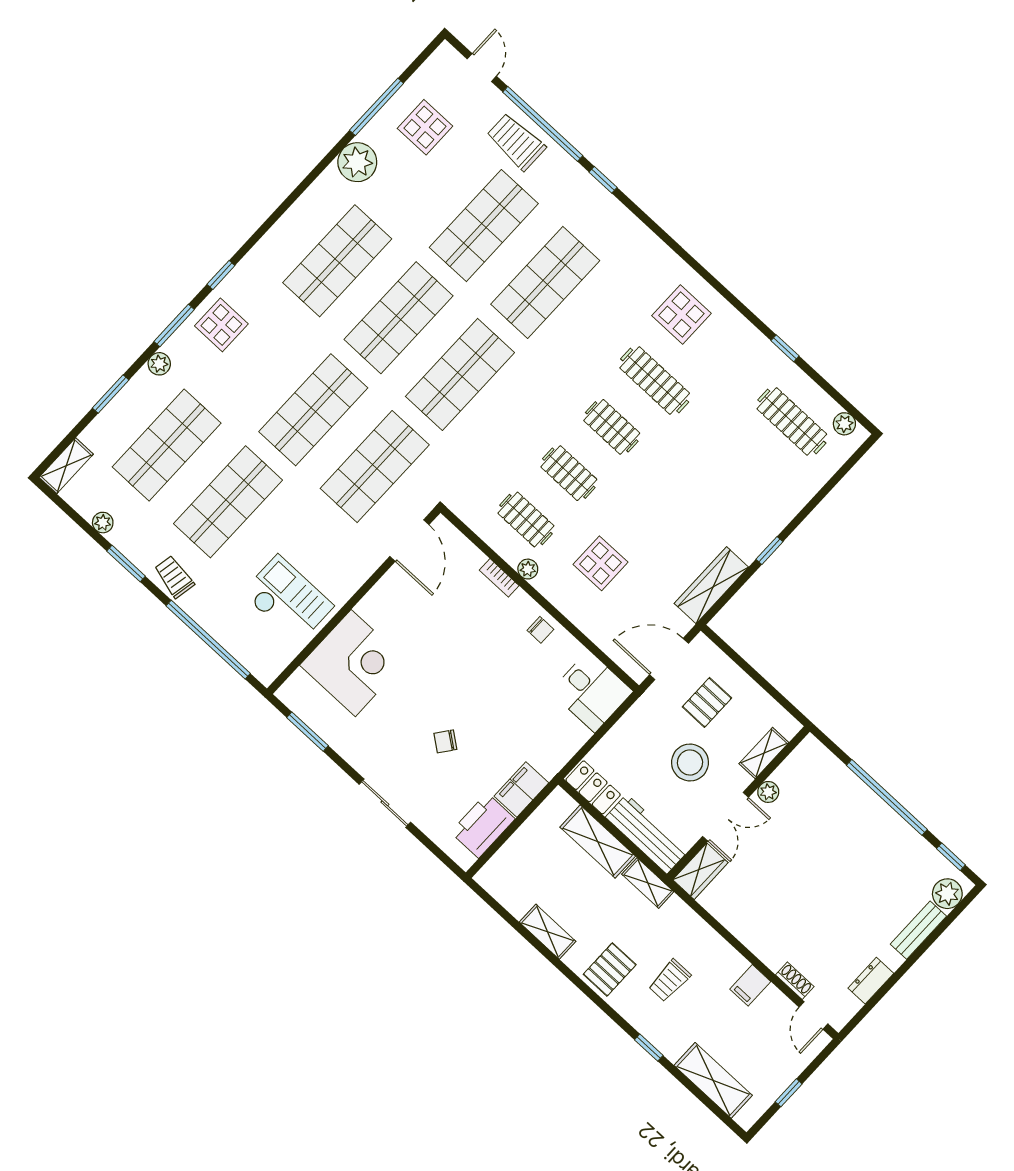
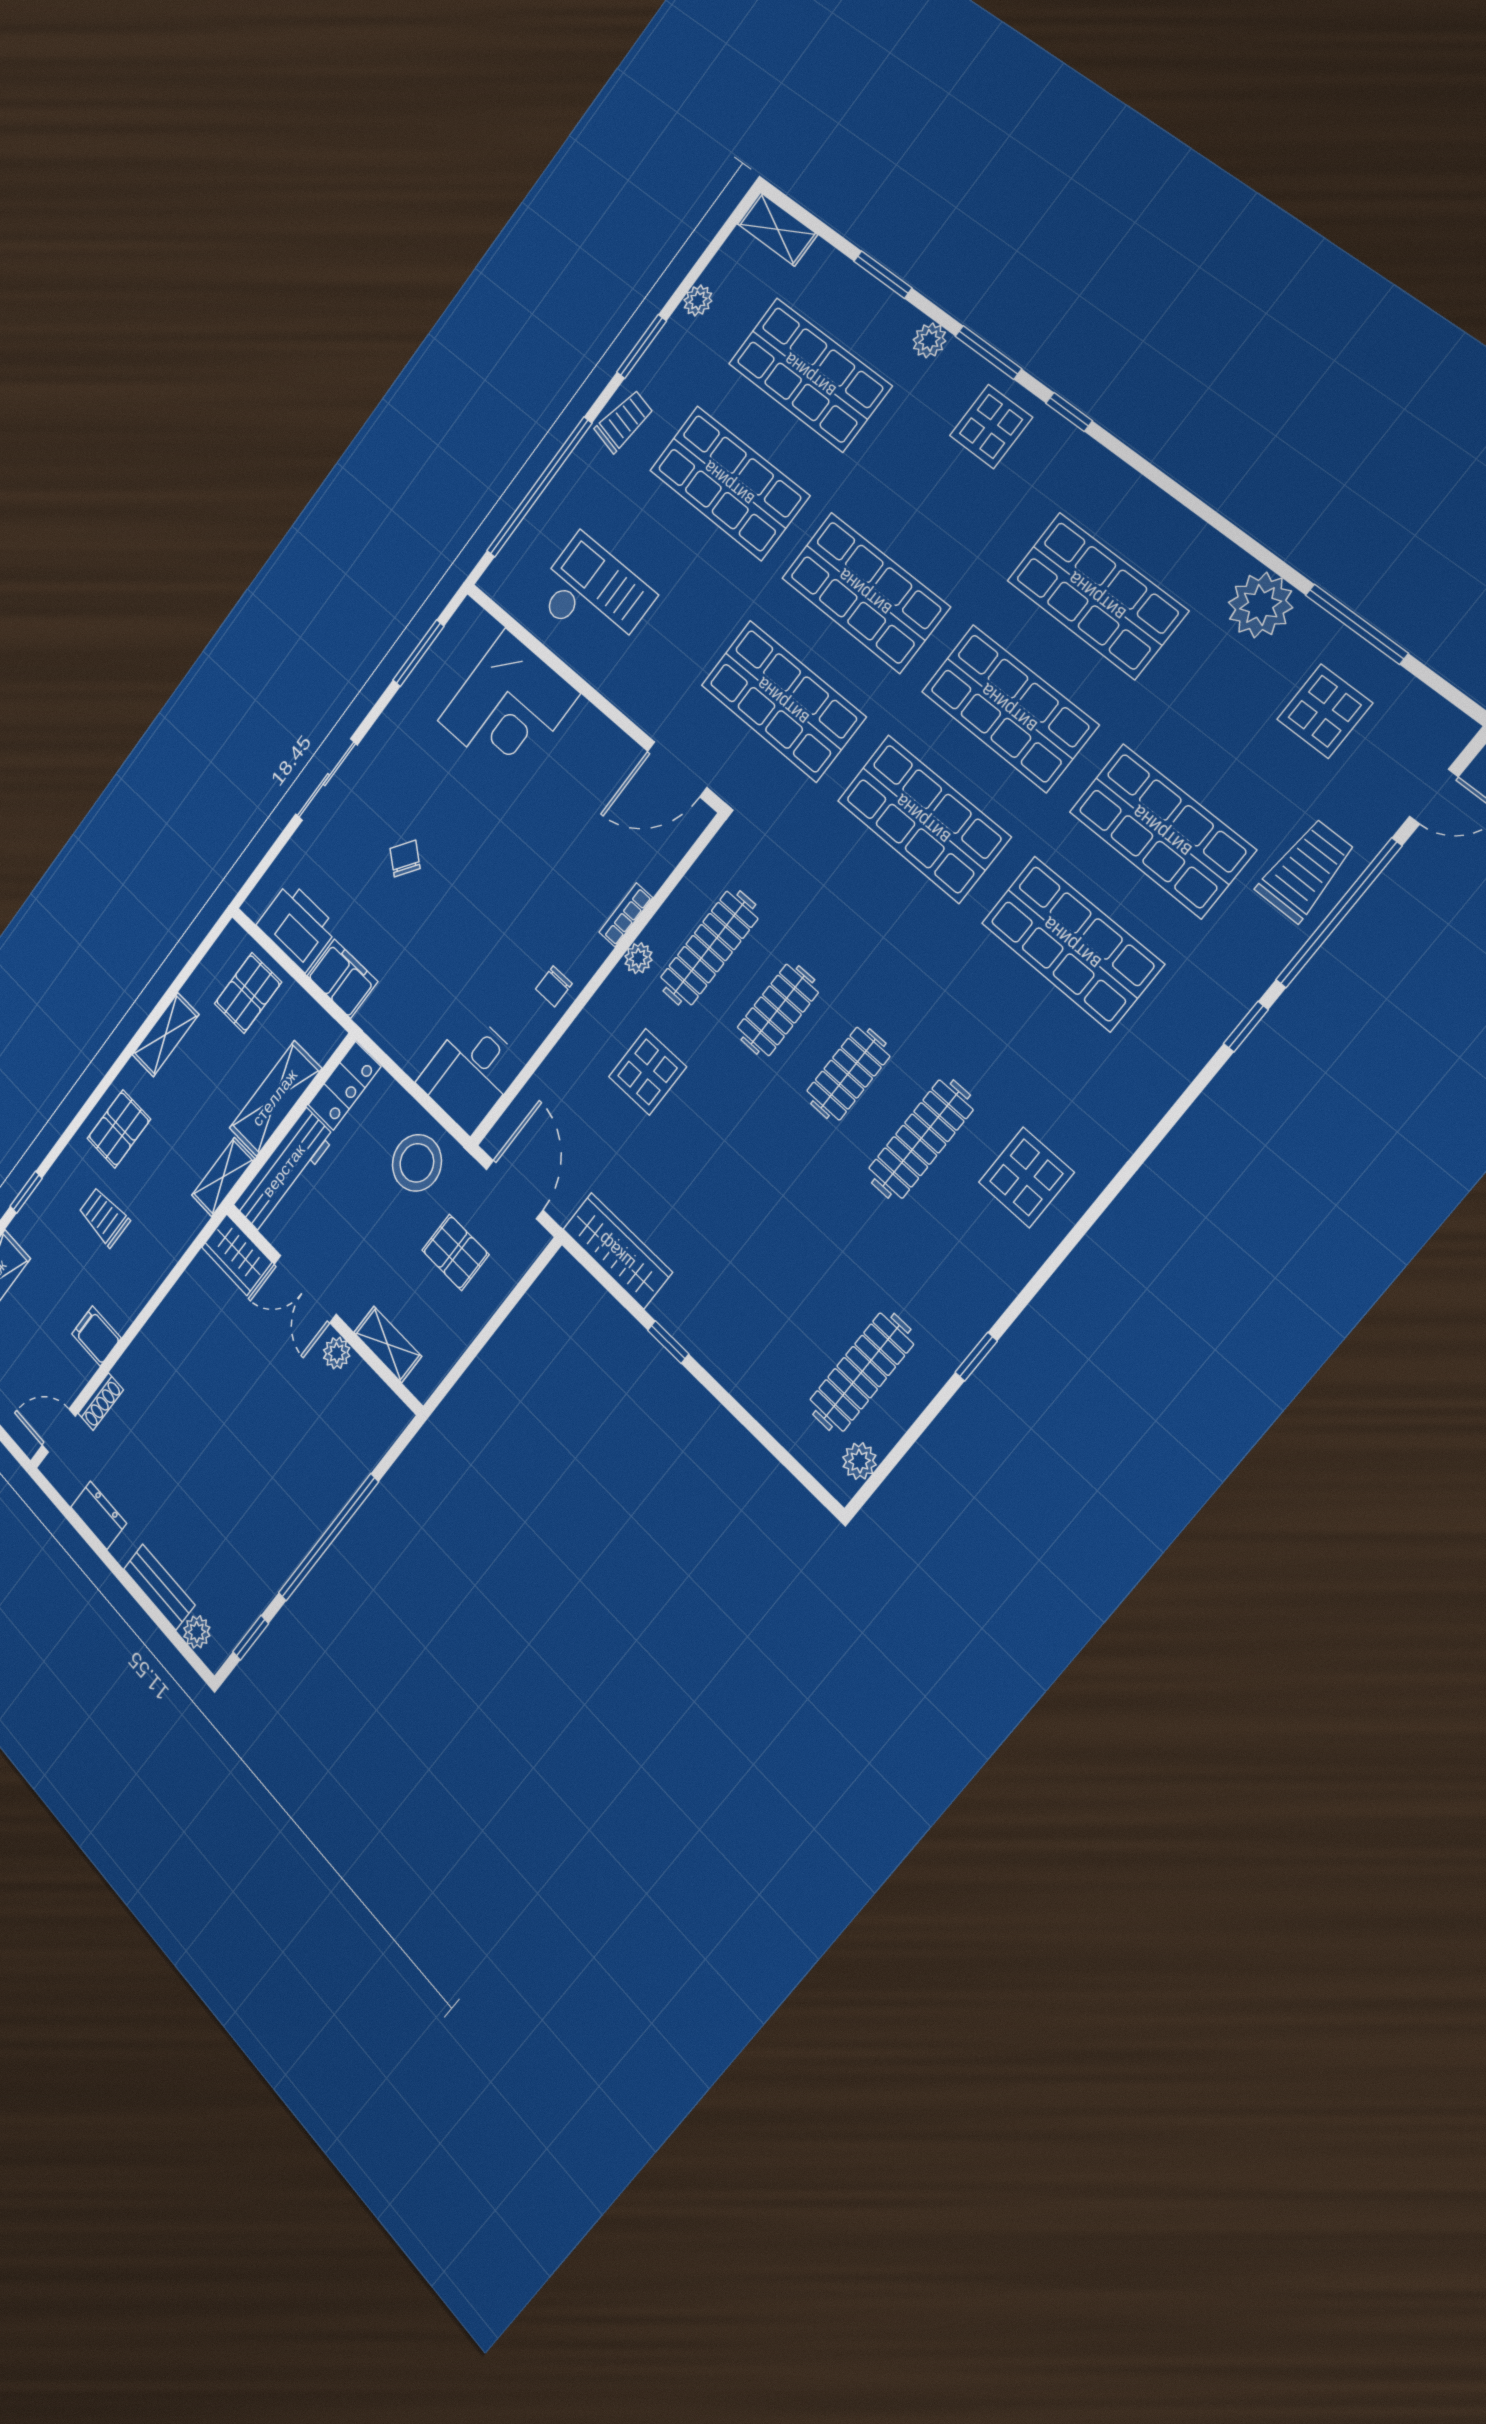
clothes rail: (526, 519) -> (709, 948), width x1.36
checkout: (288, 600) -> (594, 596), turned -90
stool: (690, 762) -> (417, 1163), moved
pallet: (524, 865) -> (248, 993), added
plant: (947, 894) -> (197, 1632), width x0.73, depth x0.73
pallet: (610, 969) -> (119, 1129), turned 90

